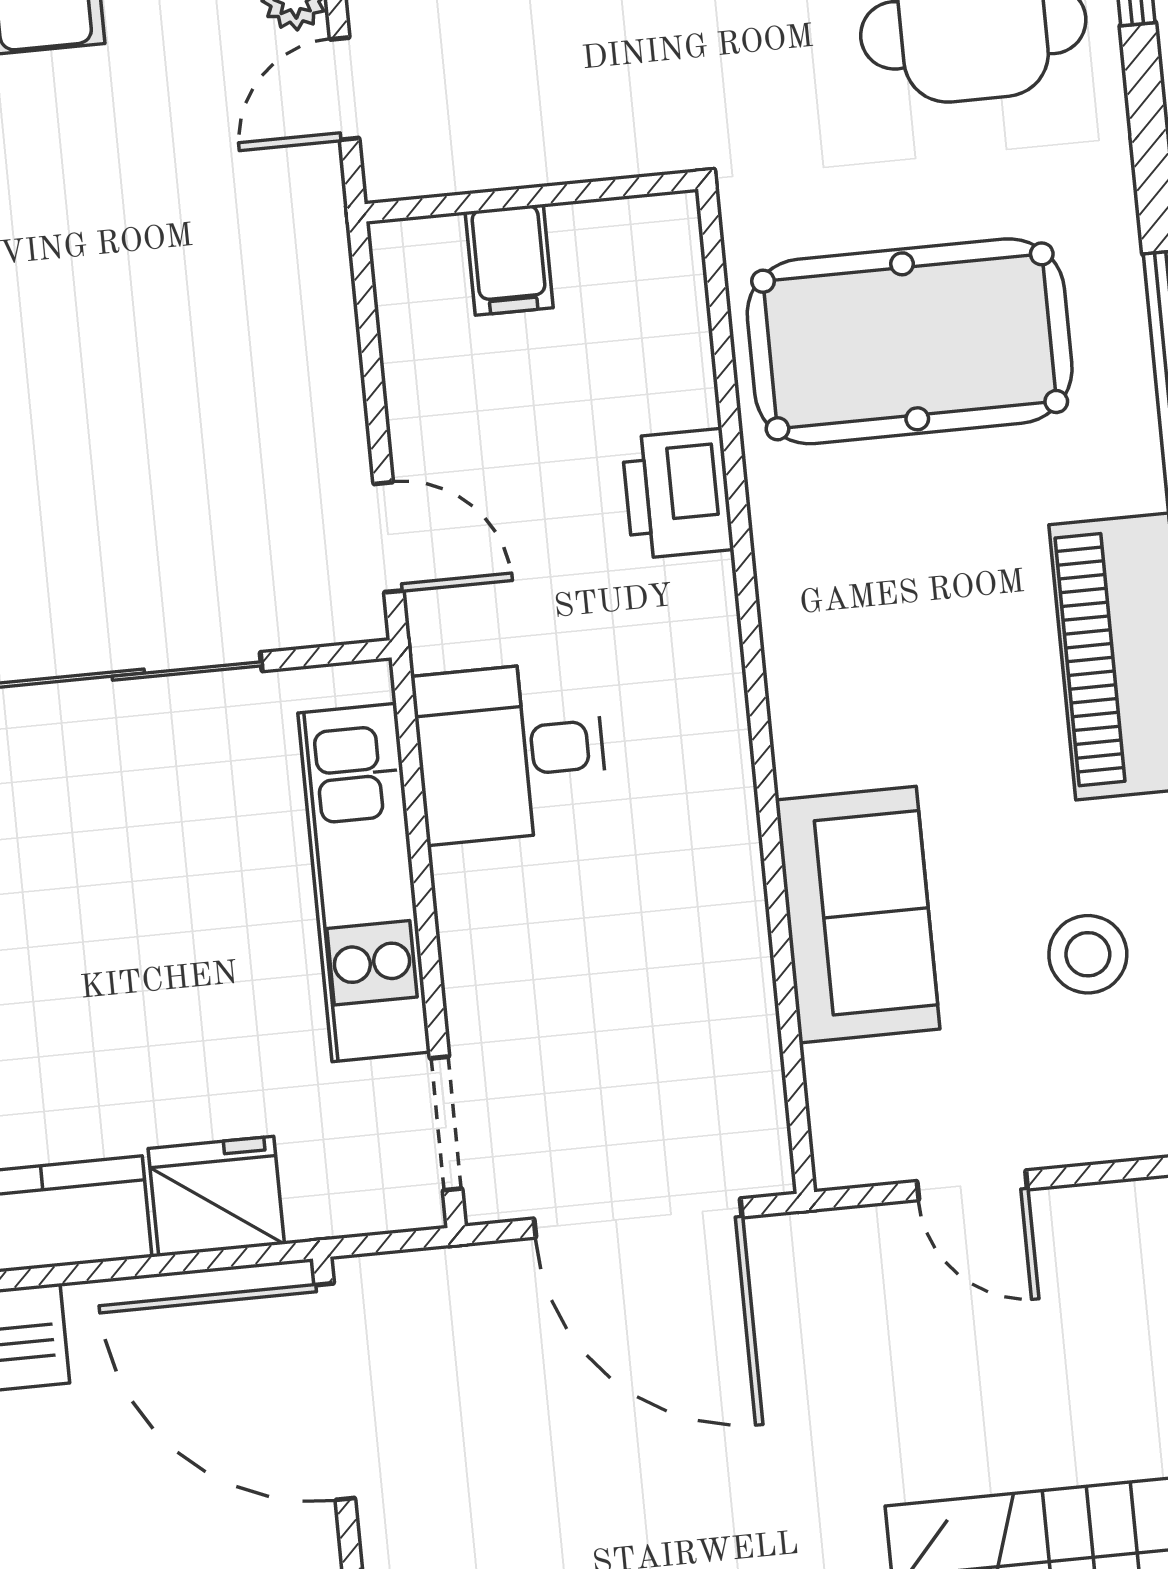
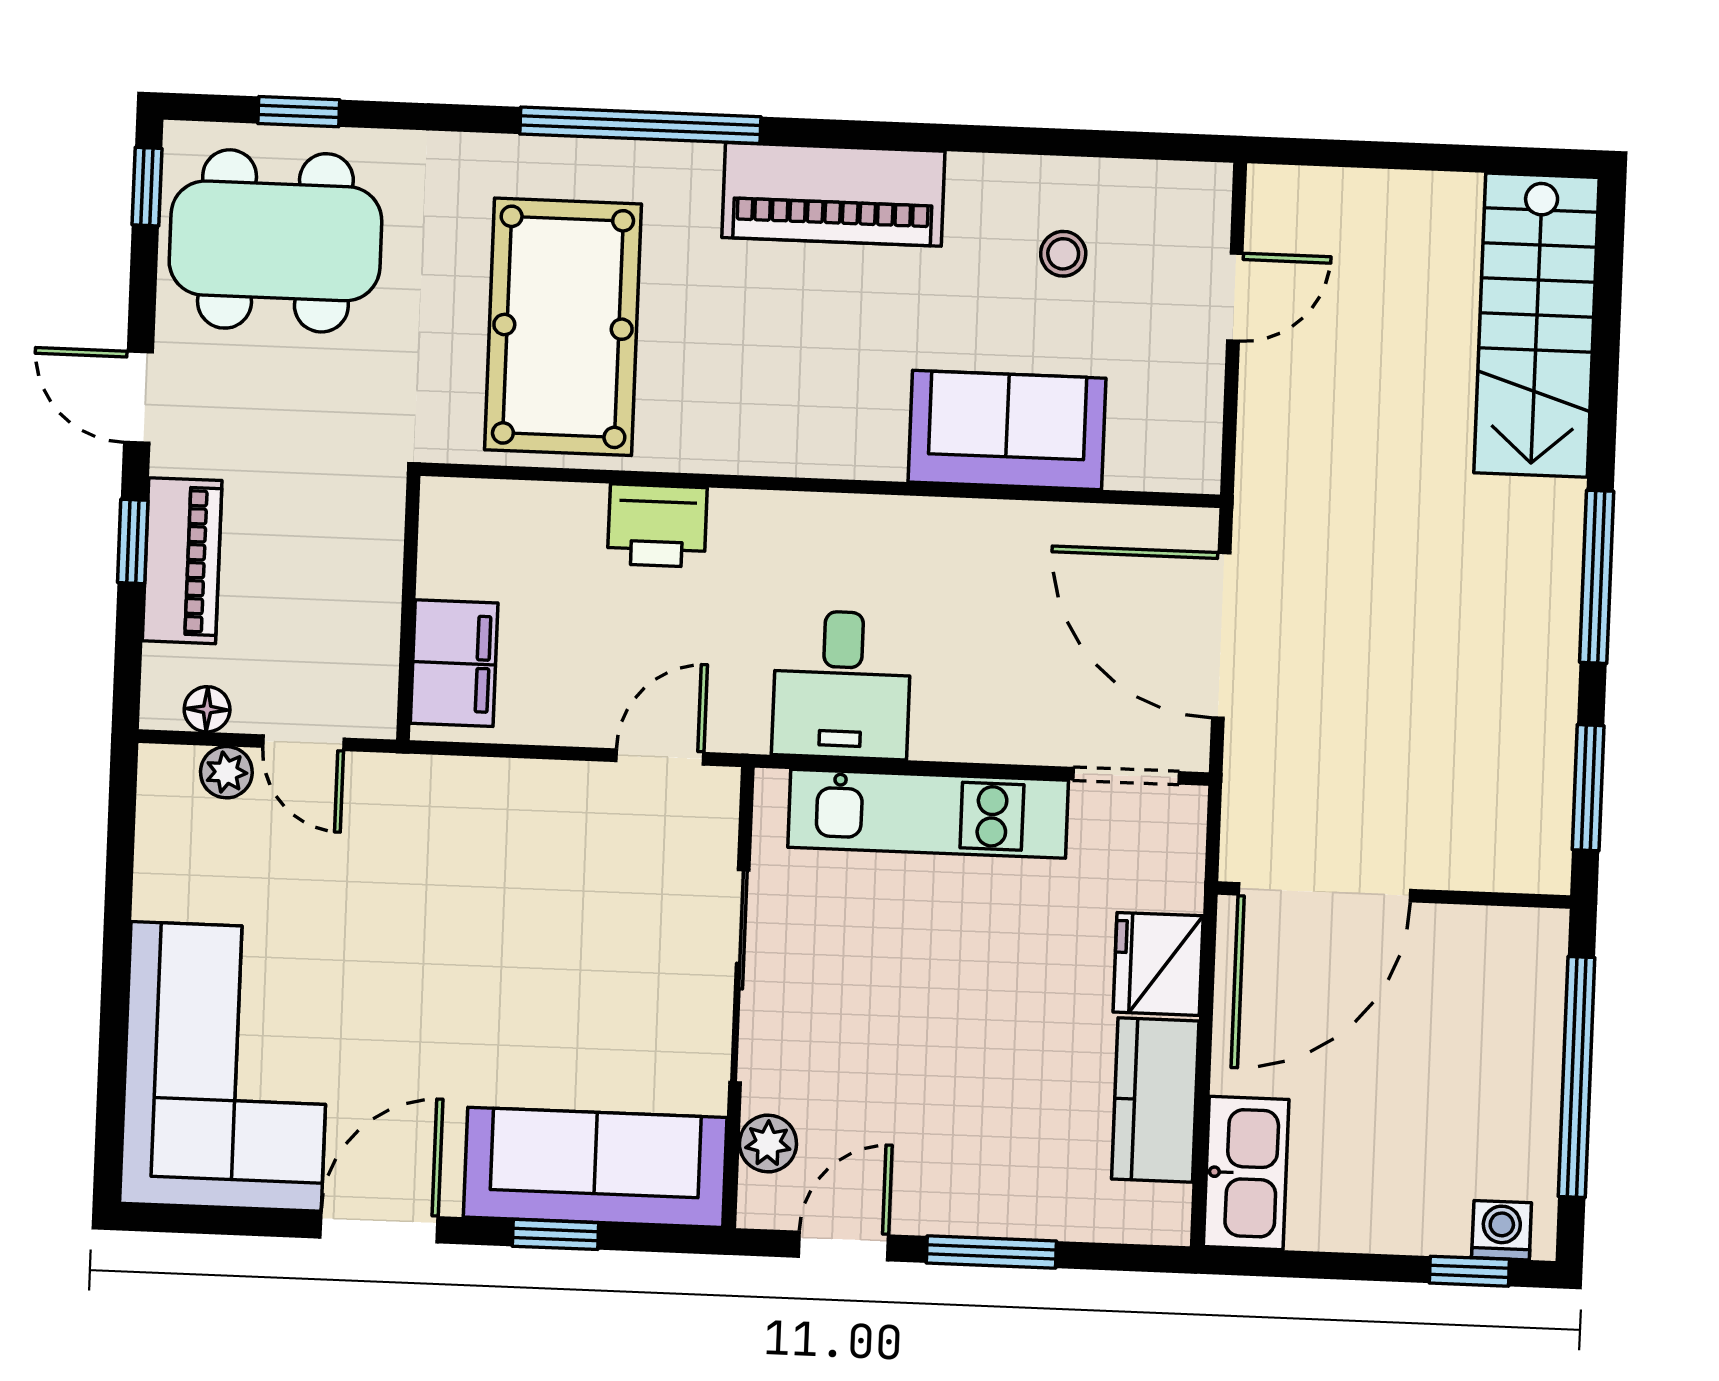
filing cabinet: (509, 260) -> (454, 663), width x2.00
stool: (1088, 954) -> (1063, 254), width x0.73, depth x0.73
door: (972, 1185) -> (1235, 297), moved
door: (638, 1218) -> (1221, 635), swing flipped

